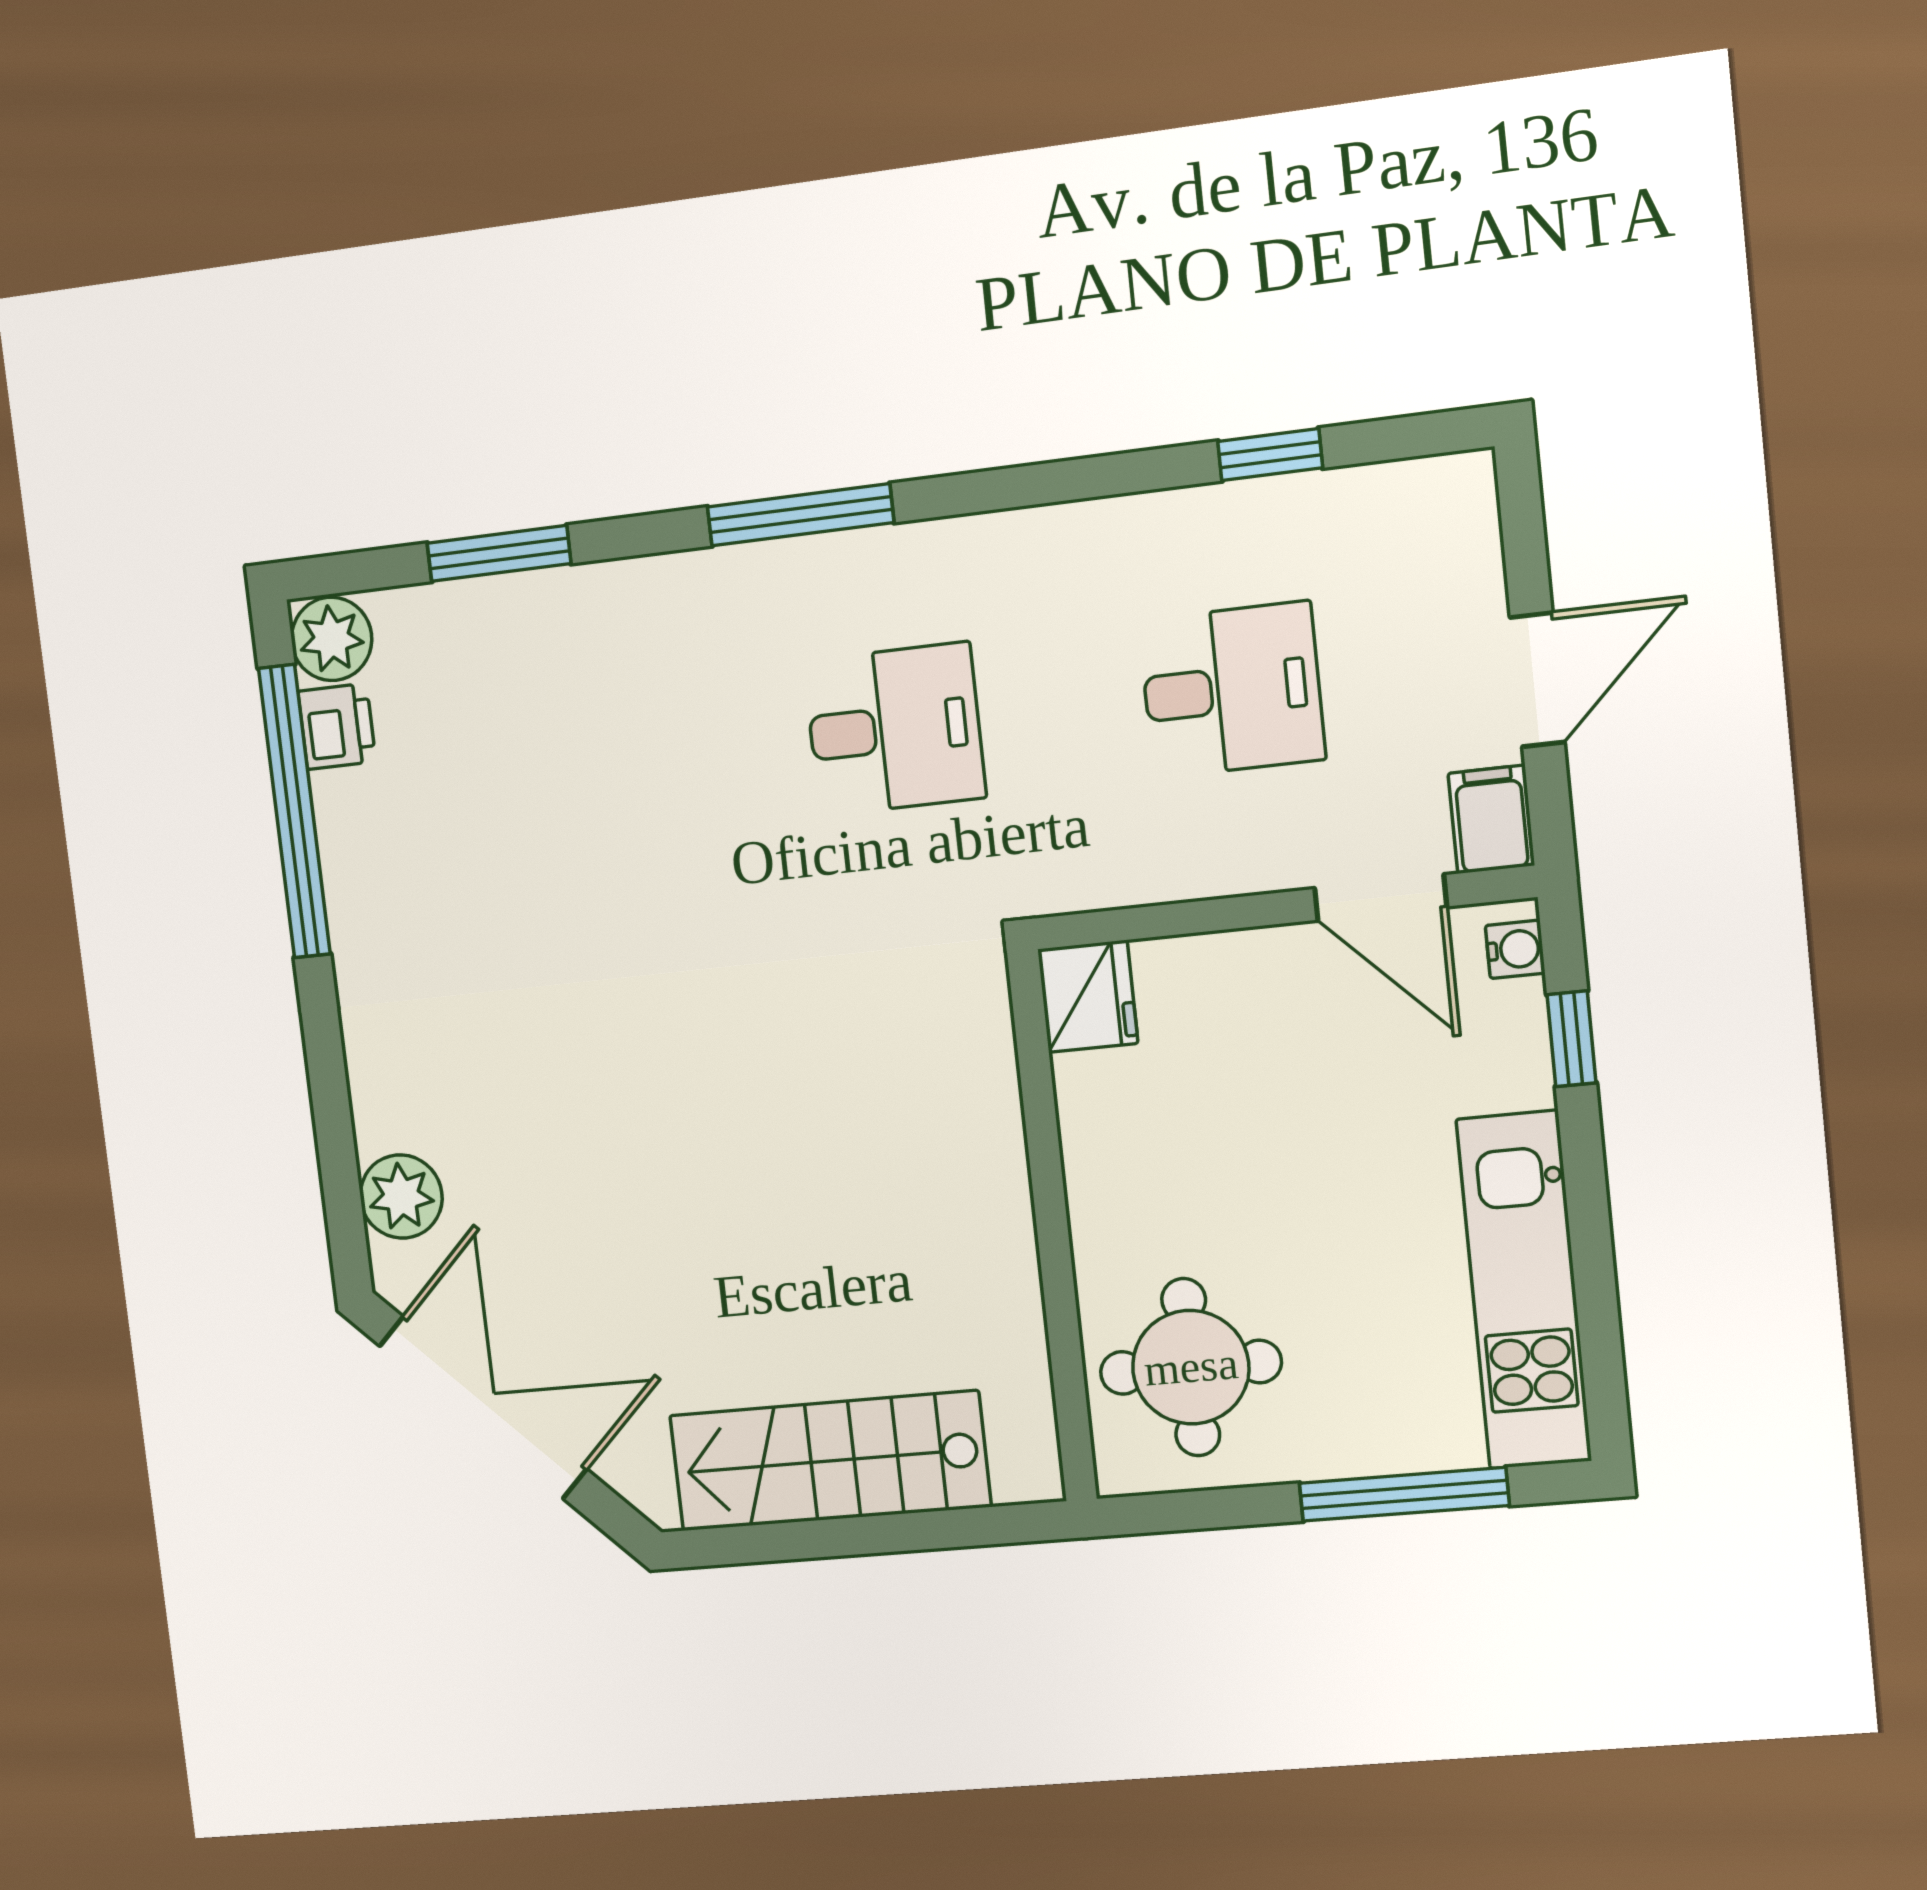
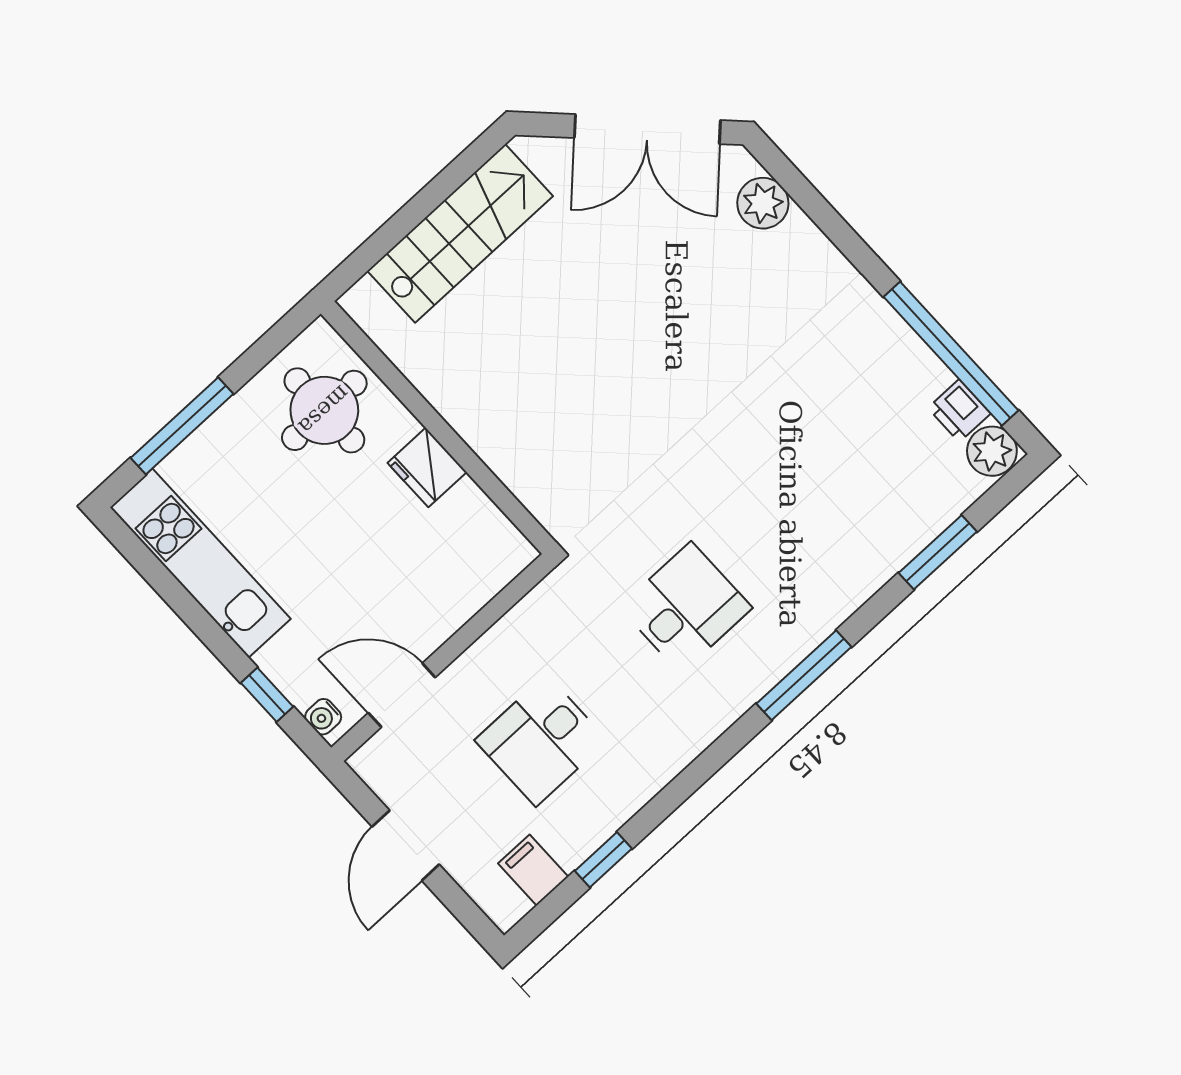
desk: (895, 729) -> (686, 608), turned 180
filing cabinet: (1491, 819) -> (533, 870), moved, turned 180
fridge: (1088, 996) -> (427, 467), moved

